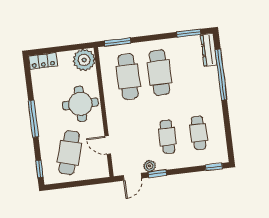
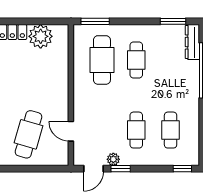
plant: (84, 60) -> (41, 36), moved
cafe table: (159, 73) -> (136, 60), width x0.73, depth x0.74
round table: (80, 104) -> (47, 83), removed

